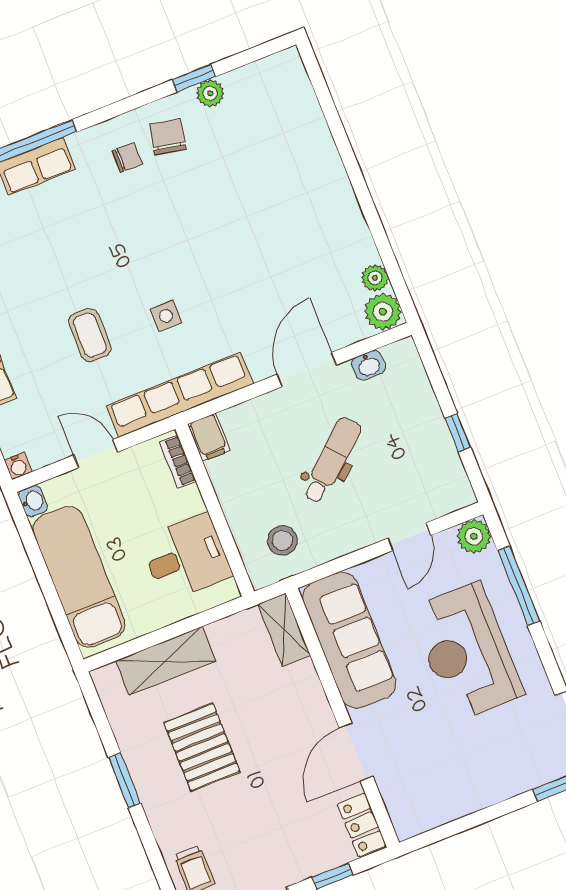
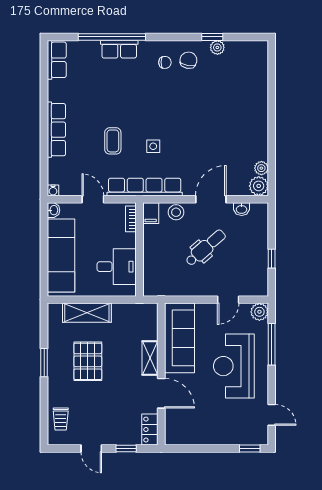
stool: (282, 540) -> (176, 212), moved
shelving: (284, 630) -> (150, 358), moved
door: (356, 752) -> (161, 393), swing flipped

